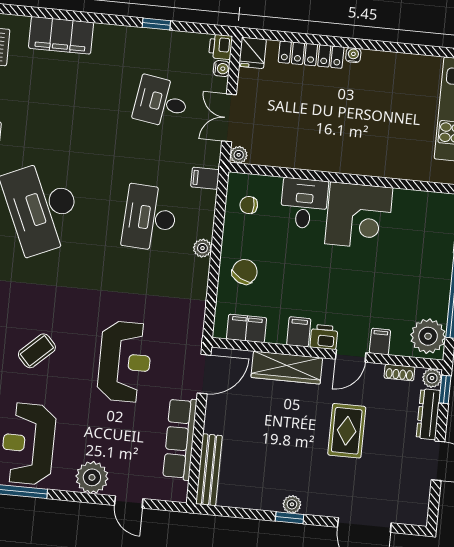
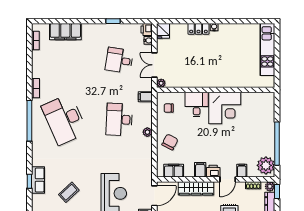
locker: (311, 55) -> (198, 29), width x0.66

